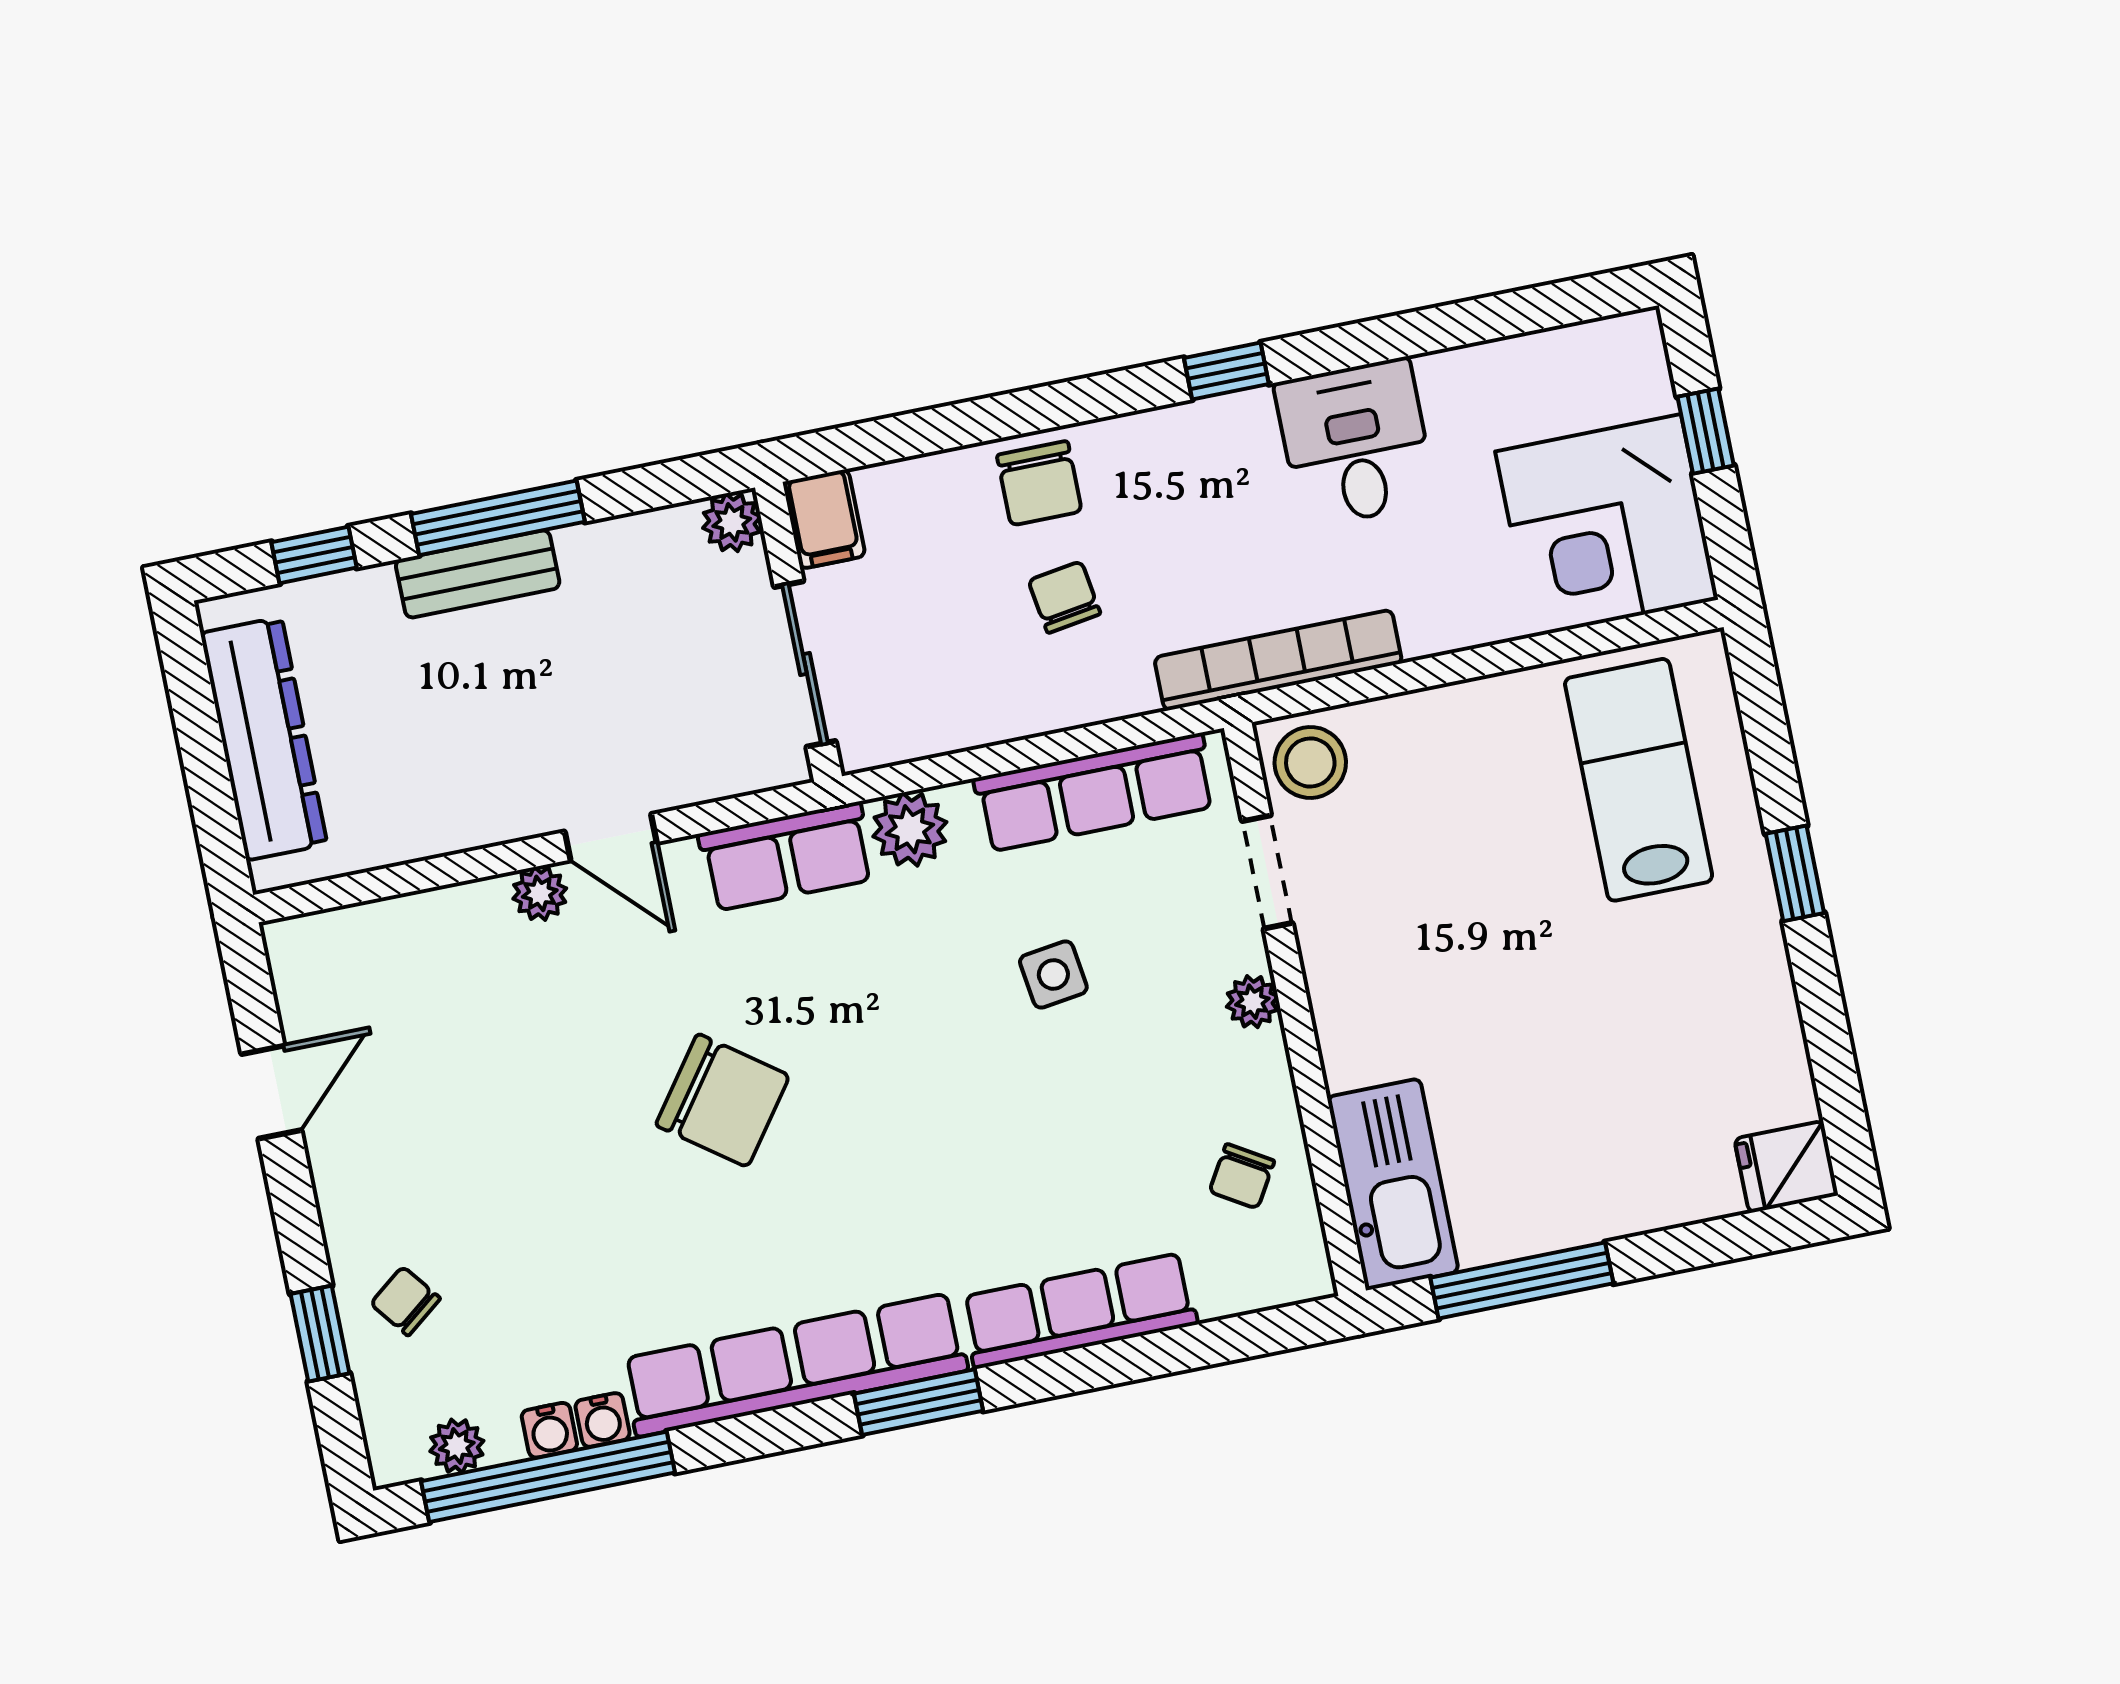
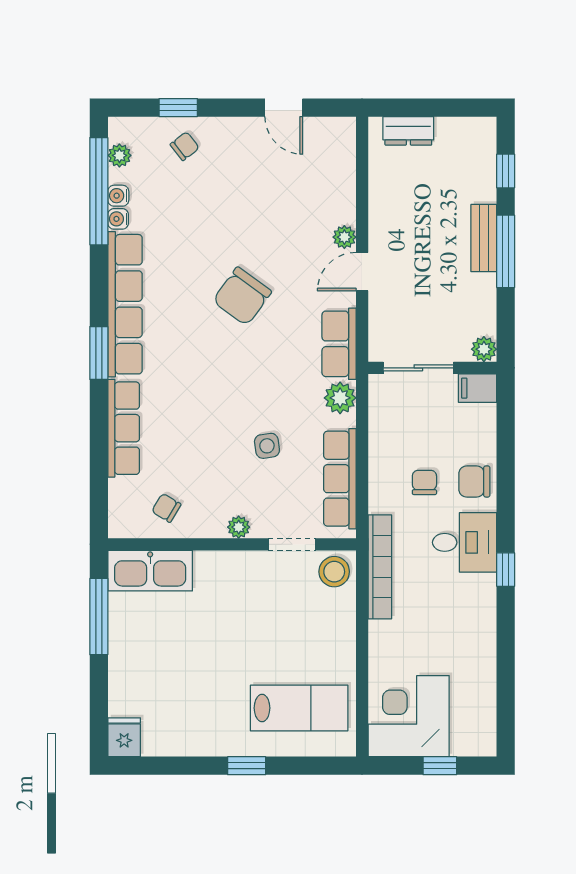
desk: (1355, 443) -> (465, 542), moved
chair: (1064, 597) -> (424, 482), turned -81
dresser: (264, 739) -> (408, 131), width x0.51, depth x0.80

